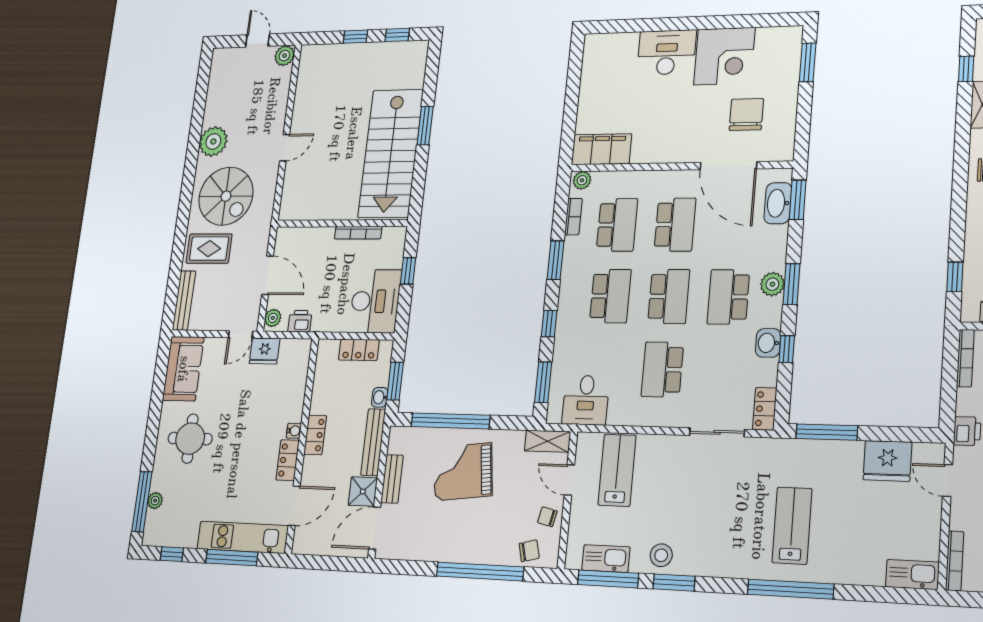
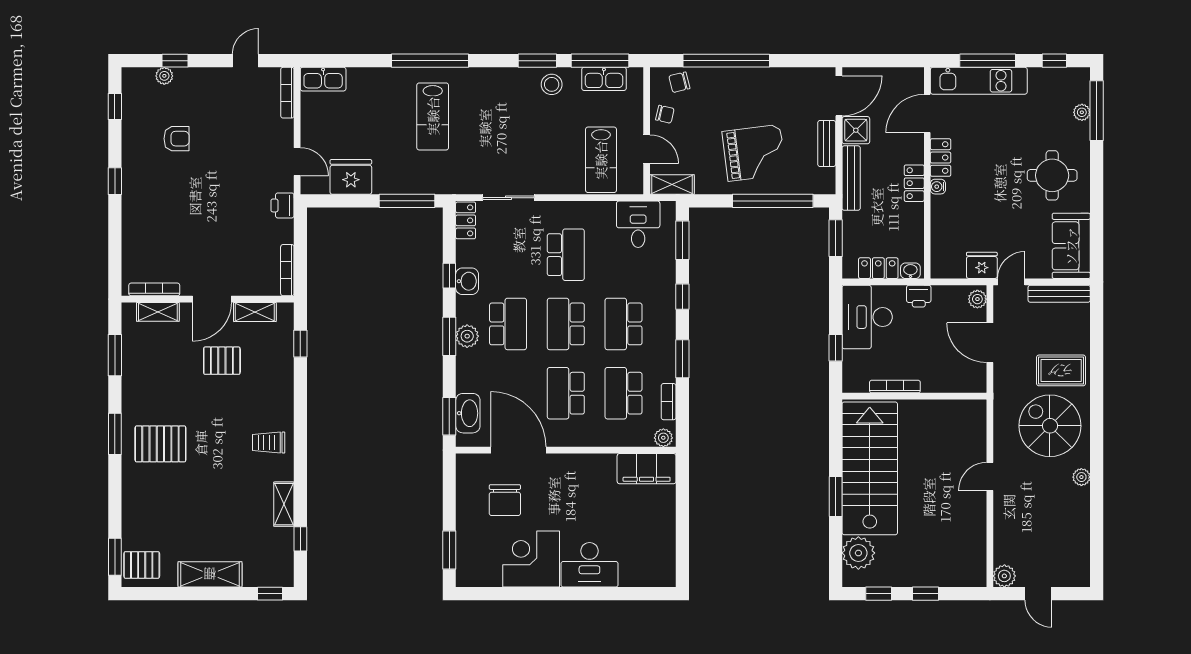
plant: (411, 72) -> (858, 553), added
plant: (213, 141) -> (1081, 477), width x0.53, depth x0.53
bench: (184, 300) -> (1059, 294), moved, turned 90
printer: (300, 321) -> (919, 296), moved
washbasin: (380, 397) -> (910, 271), moved, turned -90

